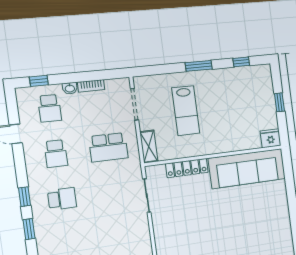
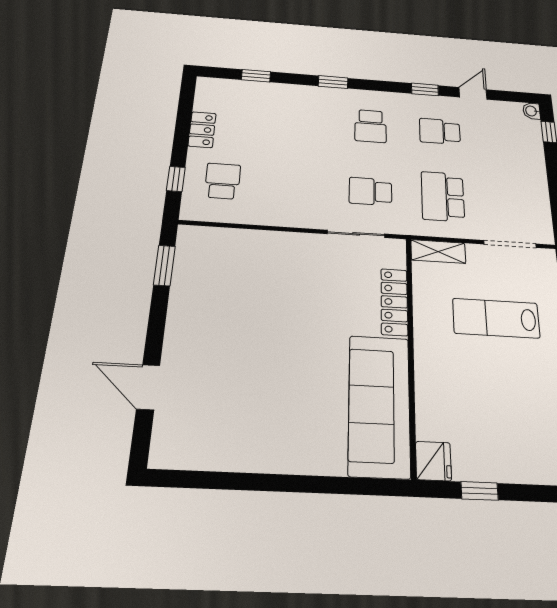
bookcase: (91, 86) -> (541, 192), removed
washbasin: (70, 88) -> (531, 111), moved
window: (279, 102) -> (480, 491), moved
school desk: (50, 108) -> (370, 191), moved
window: (25, 197) -> (425, 89), moved

